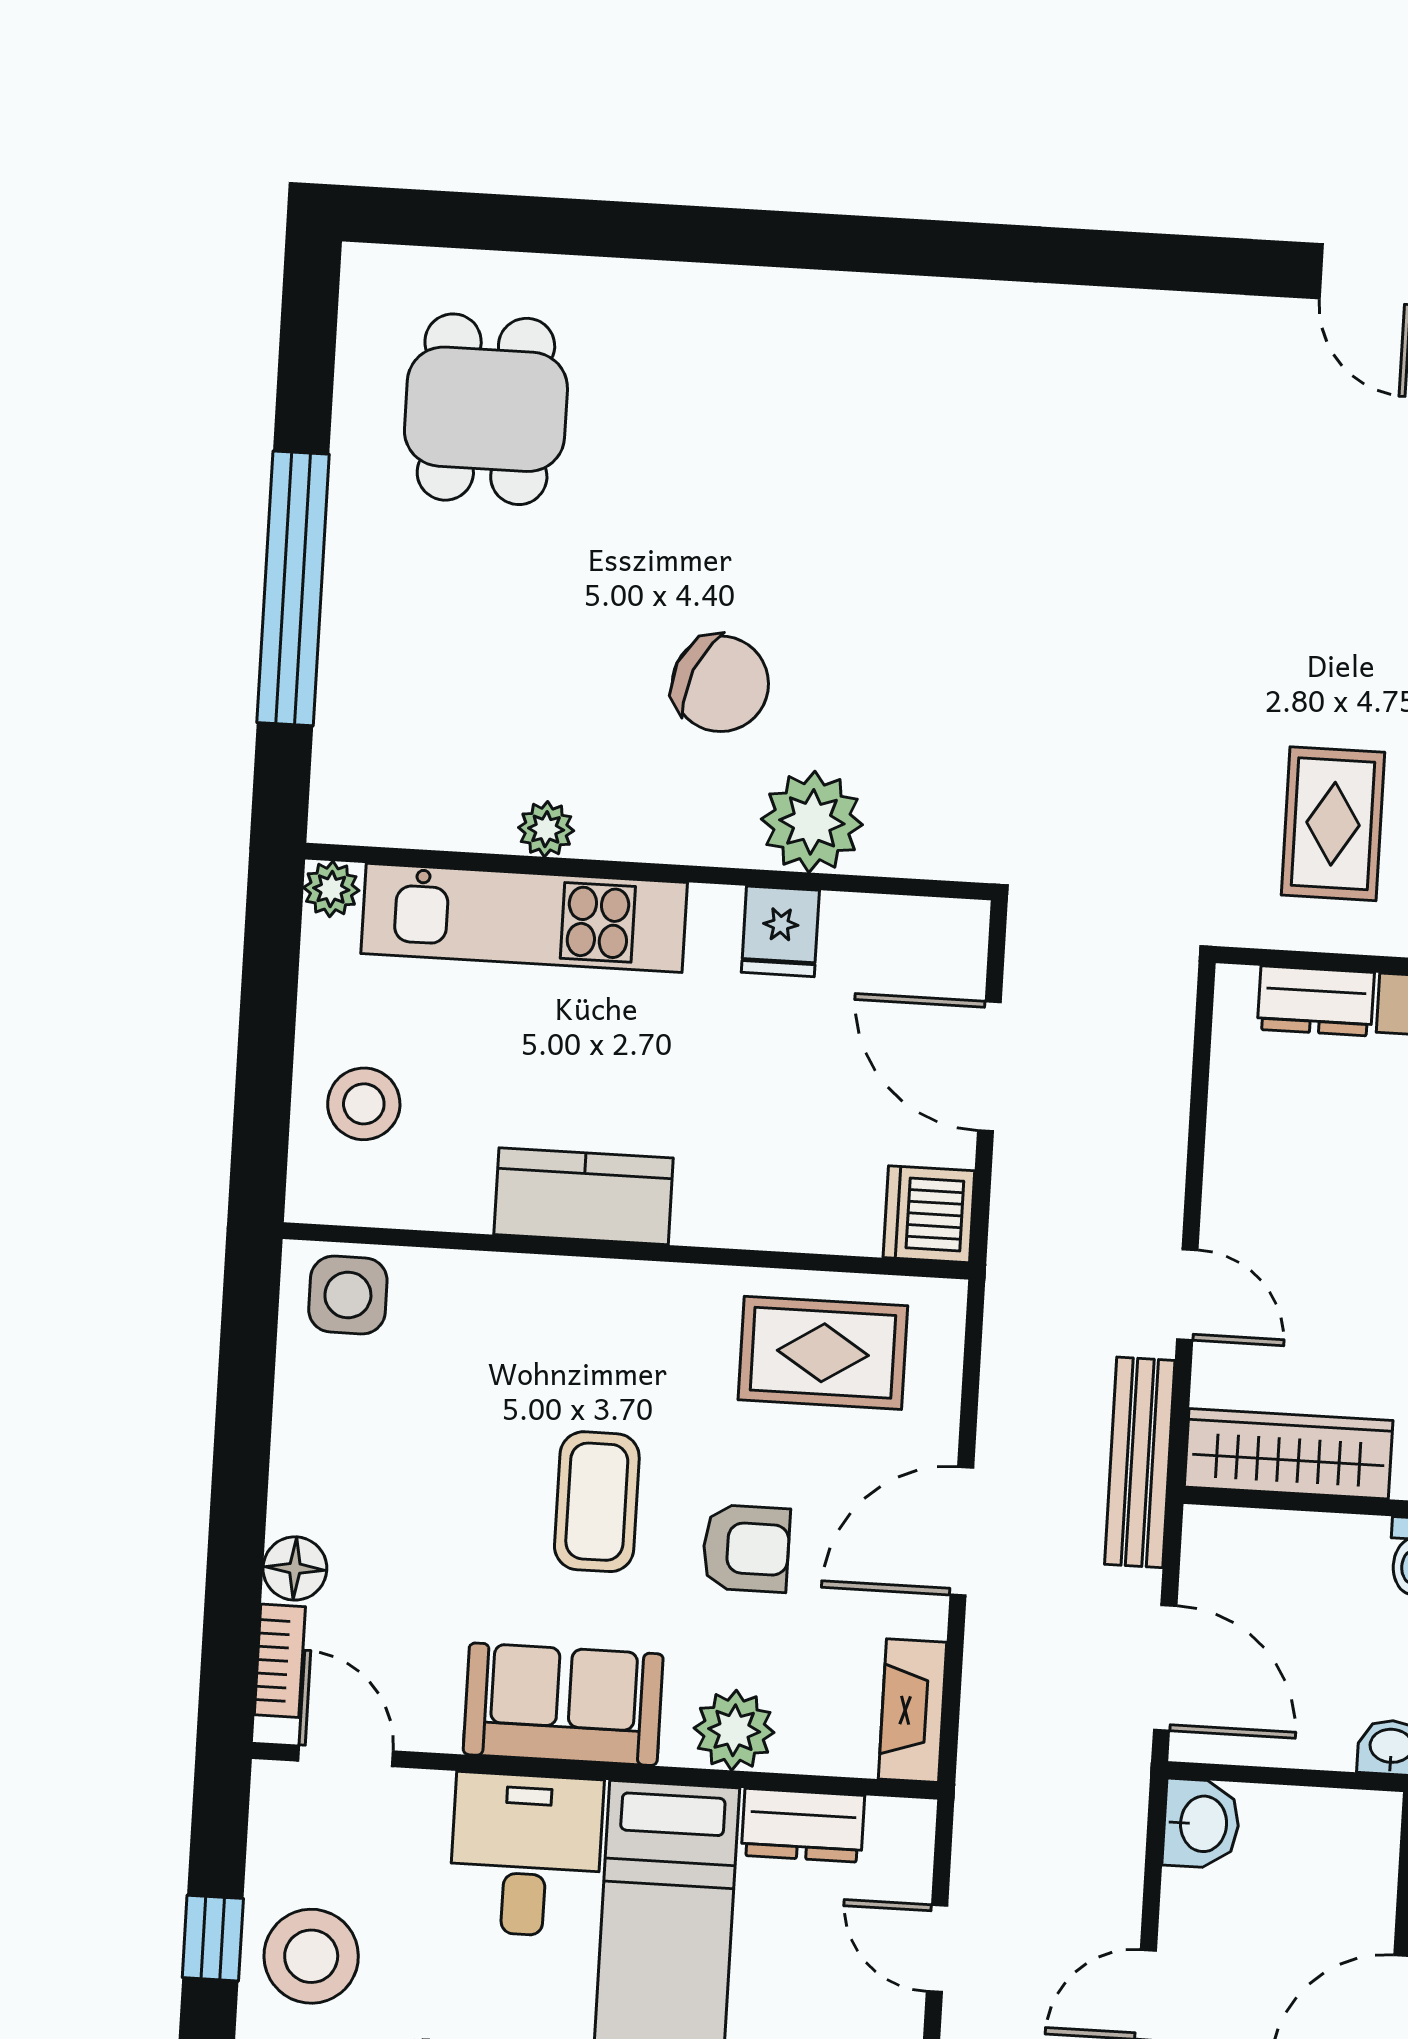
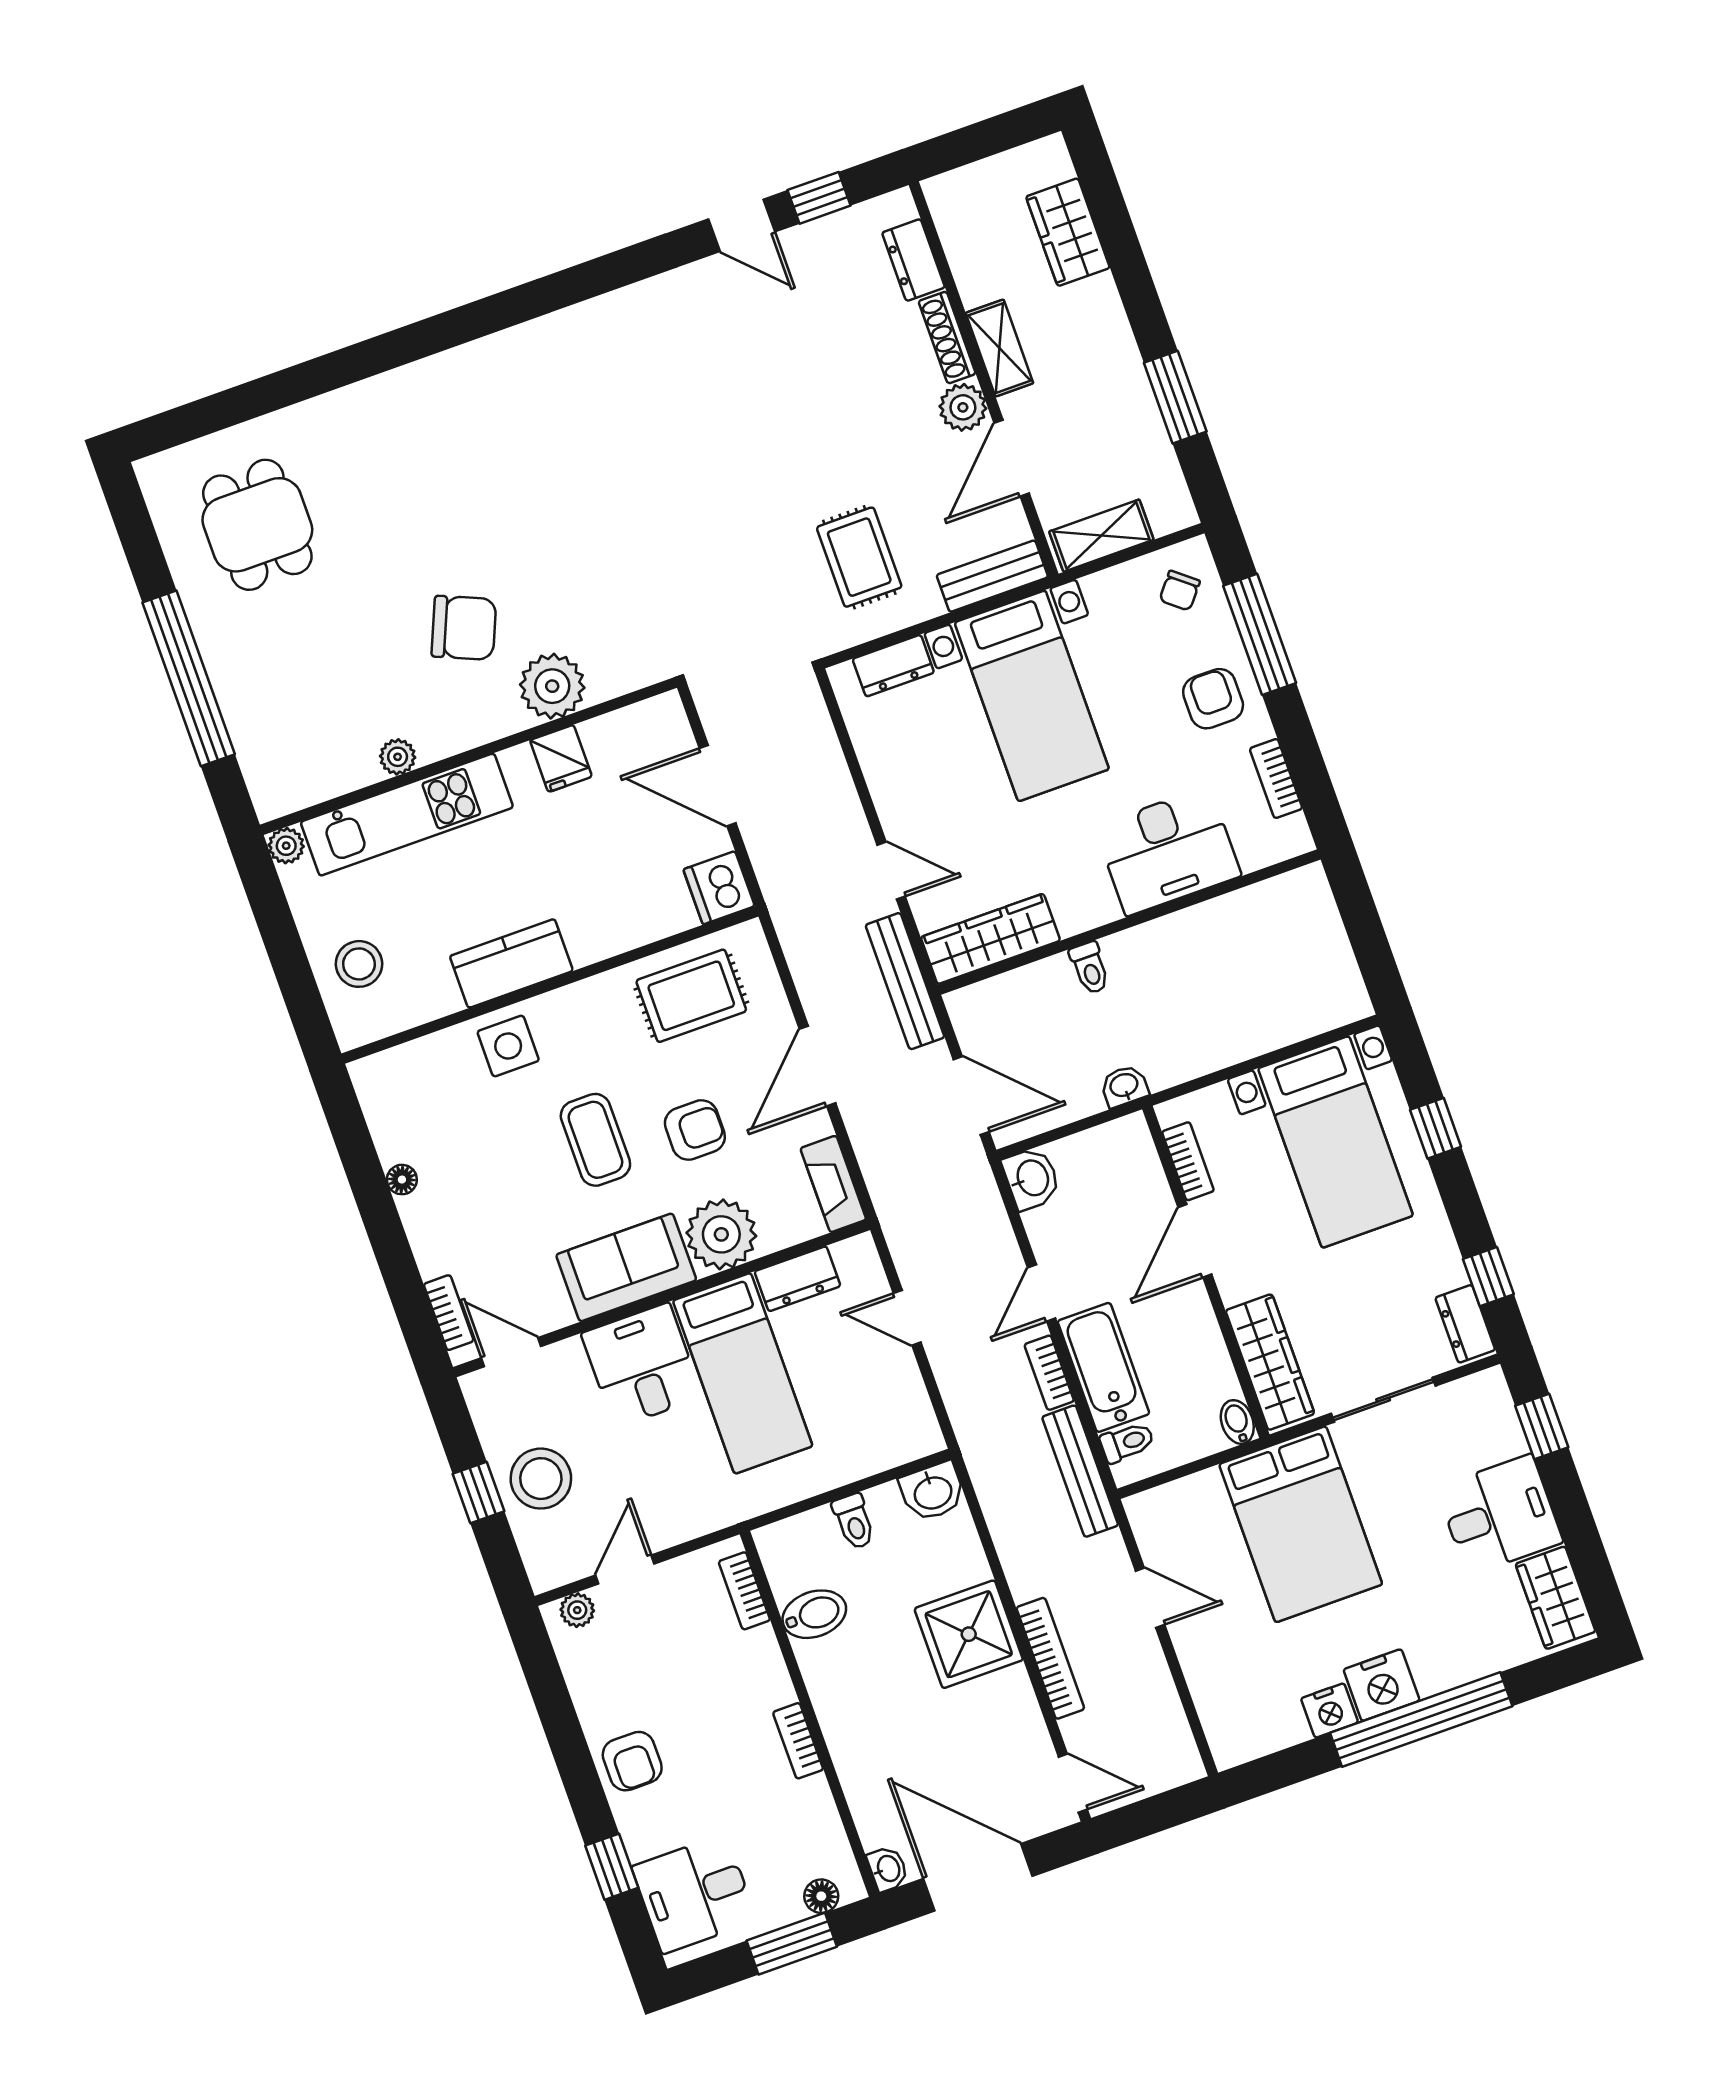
side table: (348, 1295) -> (508, 1046), moved
floor lamp: (295, 1568) -> (402, 1180), moved, width x0.73, depth x0.73
plant: (734, 1730) -> (721, 1234), width x1.36, depth x1.36

